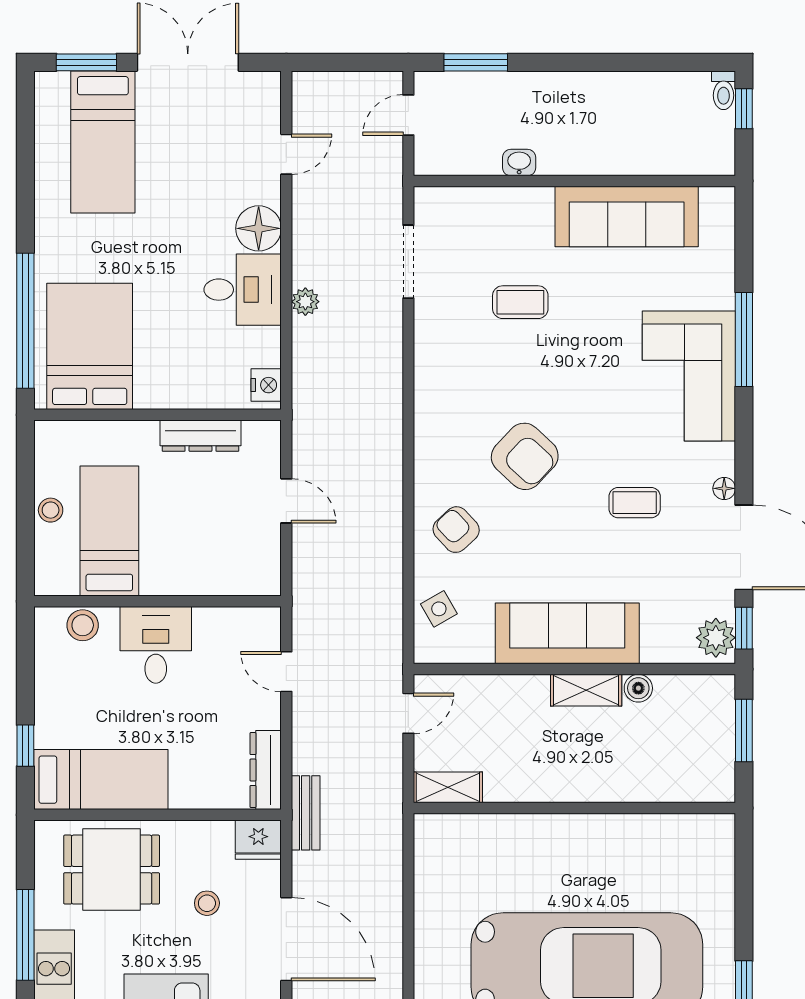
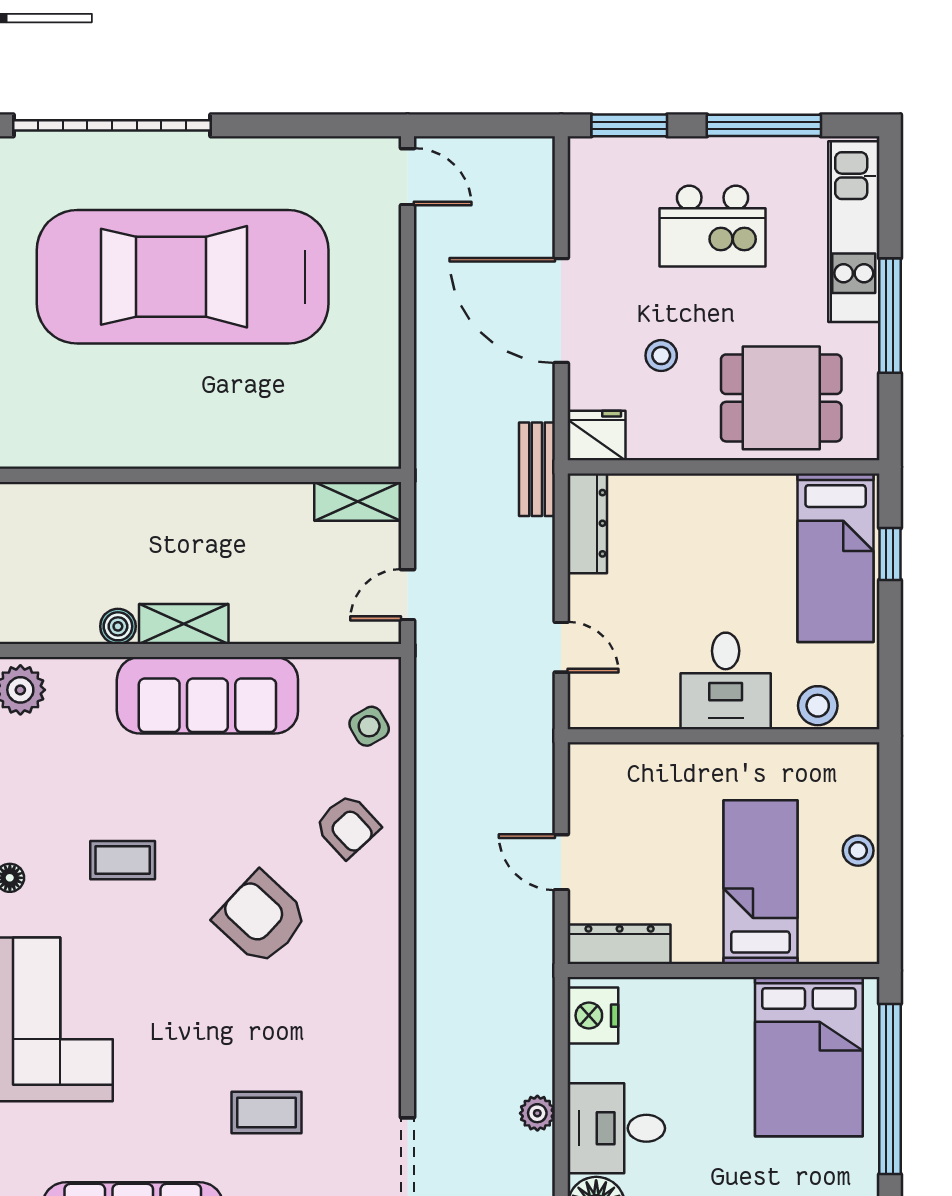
nightstand: (266, 385) -> (593, 1016), width x1.36, depth x1.33
dresser: (200, 436) -> (620, 944), moved
bed: (109, 531) -> (760, 882), moved, turned 180
bed: (101, 780) -> (836, 558), moved, turned -90

